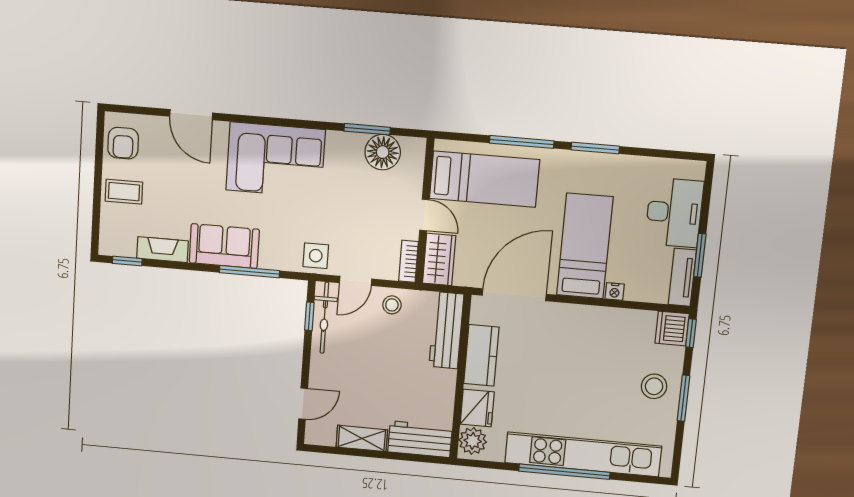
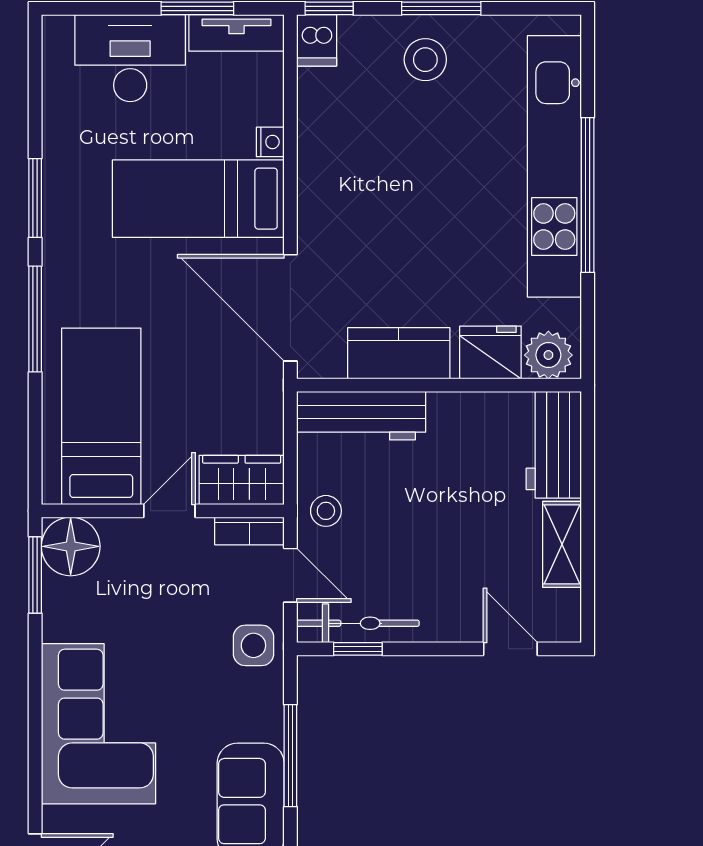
bed: (484, 179) -> (101, 416), moved
wall: (425, 211) -> (163, 511), moved
door: (424, 215) -> (169, 511), moved
wardrobe: (439, 259) -> (242, 480), moved
bookcase: (408, 261) -> (249, 531), moved
dishwasher: (672, 328) -> (317, 40), width x0.73

